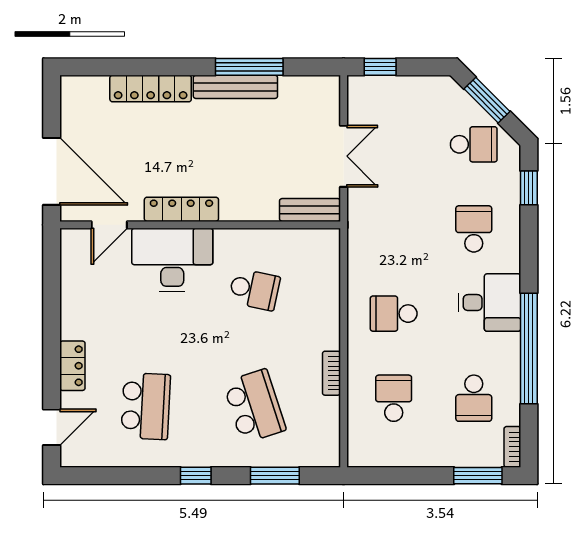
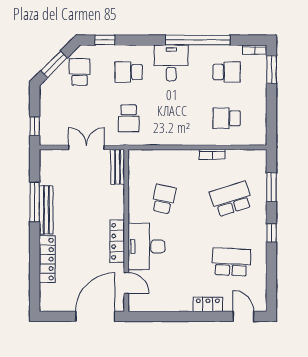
school desk: (394, 314) -> (129, 118), moved

